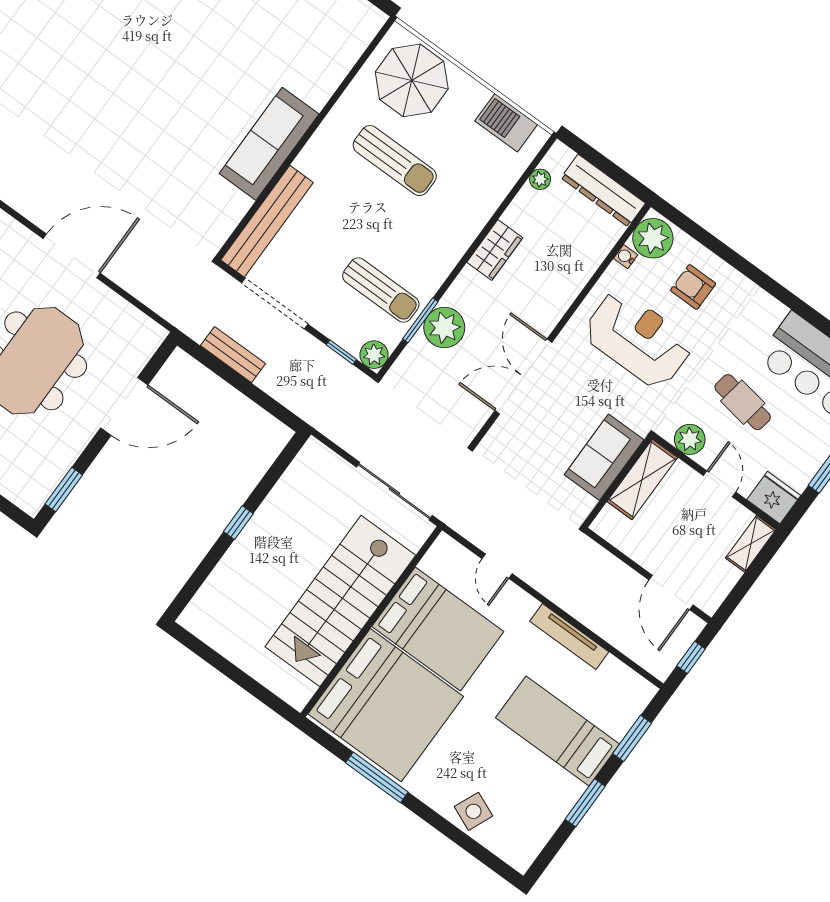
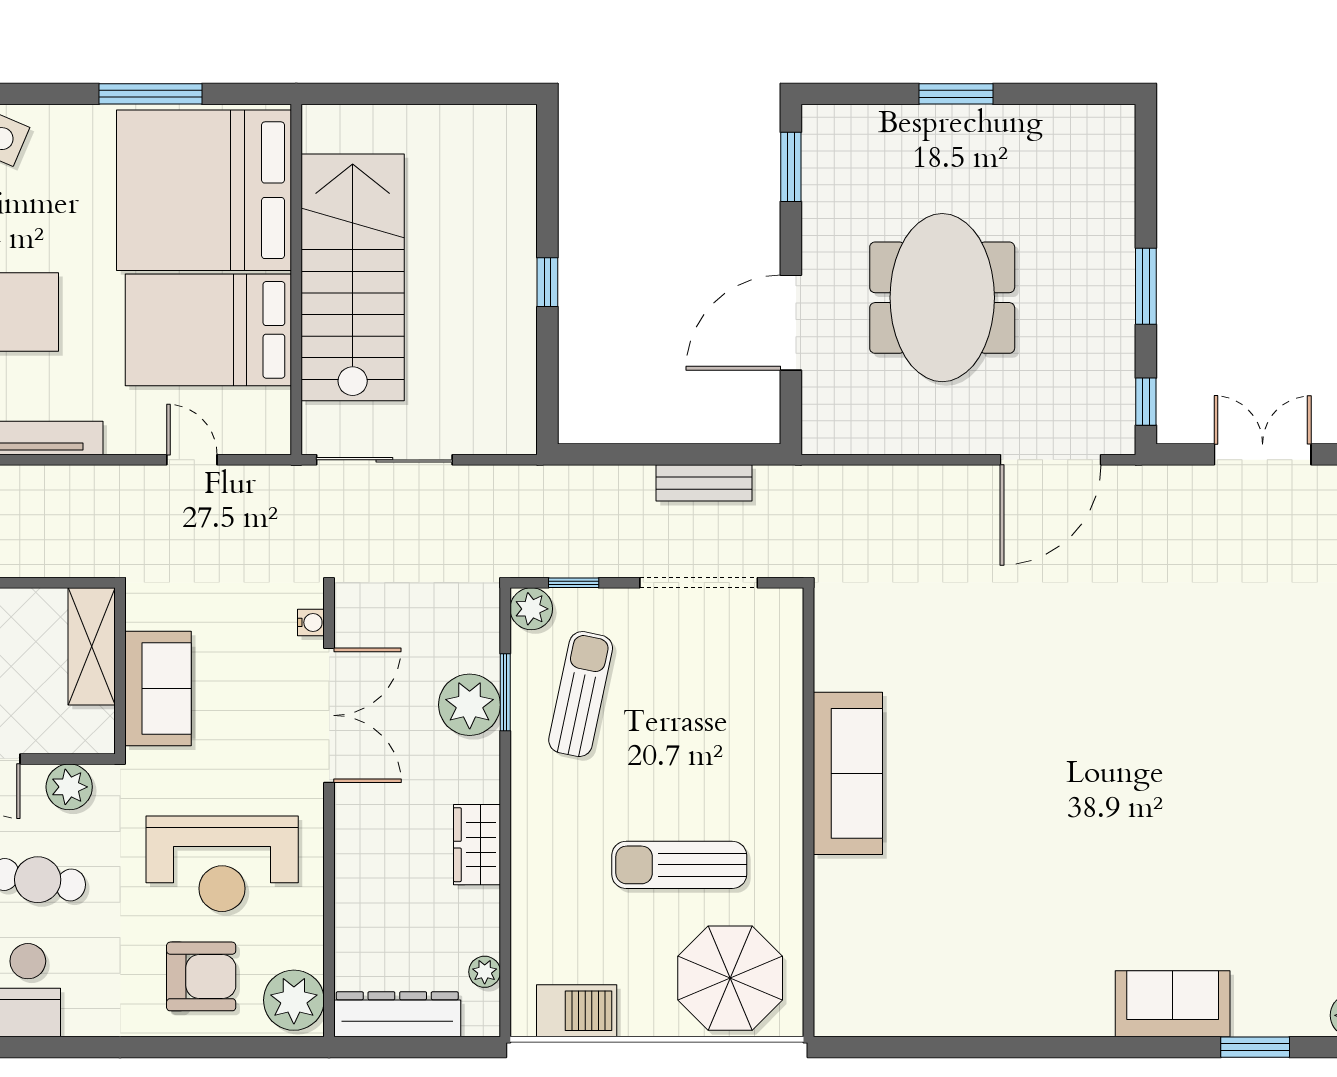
bench: (267, 221) -> (781, 677), removed
door: (72, 256) -> (1051, 460), moved
water cooler: (626, 257) -> (311, 622), moved
armchair: (693, 287) -> (201, 976), width x1.38, depth x1.38
sun lounger: (381, 290) -> (581, 694), turned 102
shelving: (642, 479) -> (92, 646), moved

